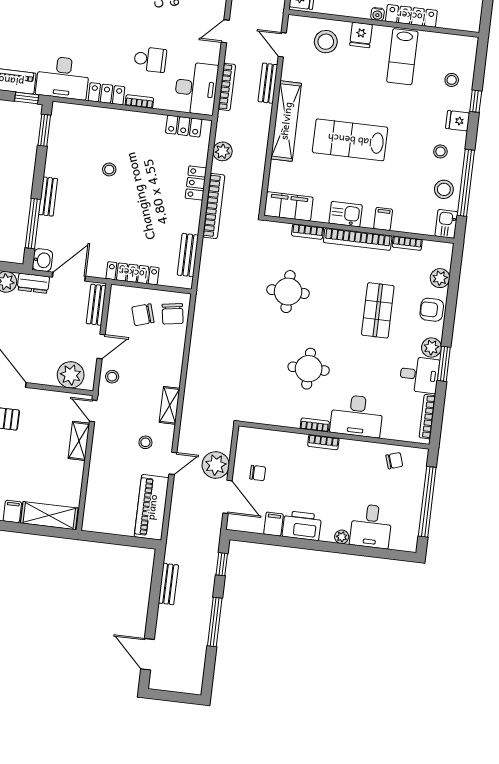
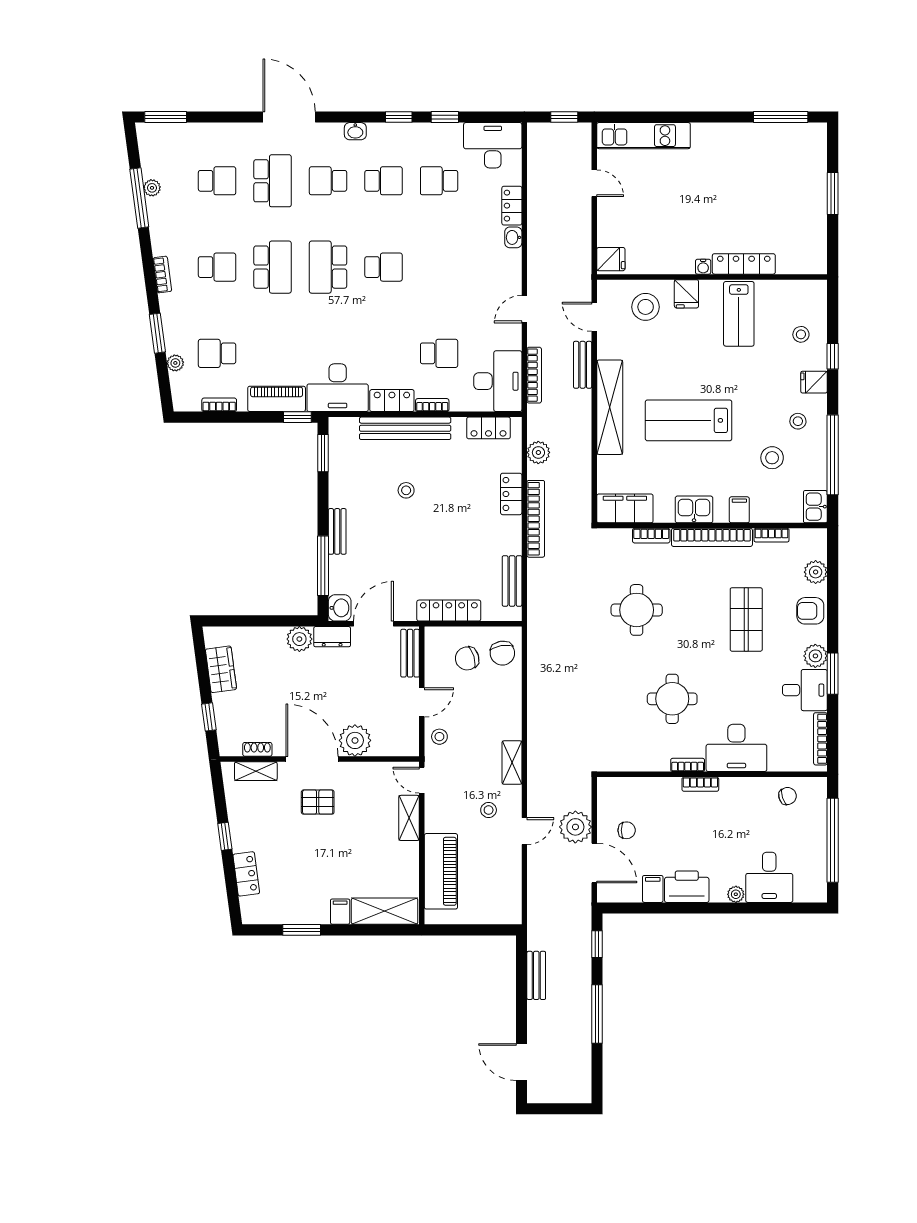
bench: (115, 118) -> (405, 428), added
stool: (444, 189) -> (772, 458), moved
plant: (71, 375) -> (355, 740), moved
piano: (152, 507) -> (441, 871), moved, turned 180

